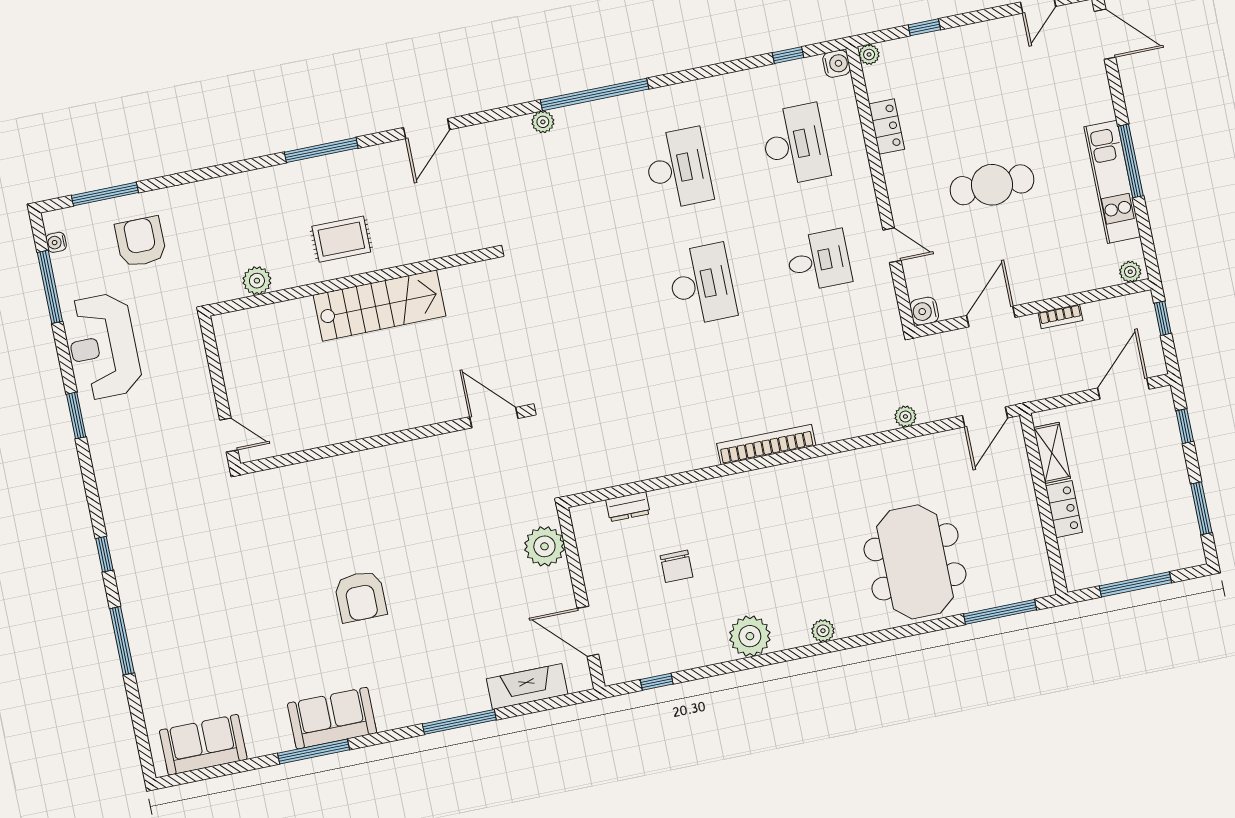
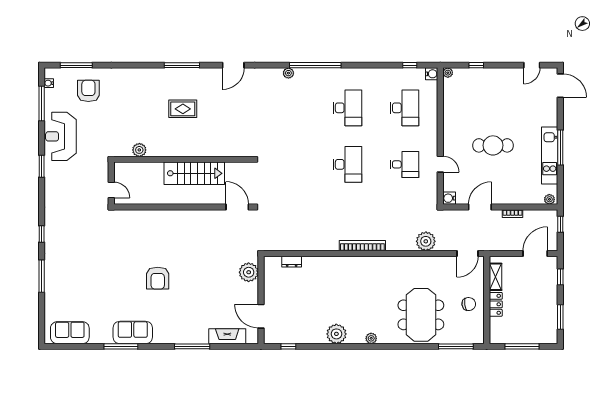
locker: (887, 127) -> (449, 108), removed
plant: (257, 281) -> (139, 150), moved
wall: (350, 282) -> (183, 159), moved
stairs: (379, 306) -> (194, 173), moved
plant: (905, 417) -> (426, 241), width x1.88, depth x1.88
chair: (677, 566) -> (469, 304), moved, turned -98

